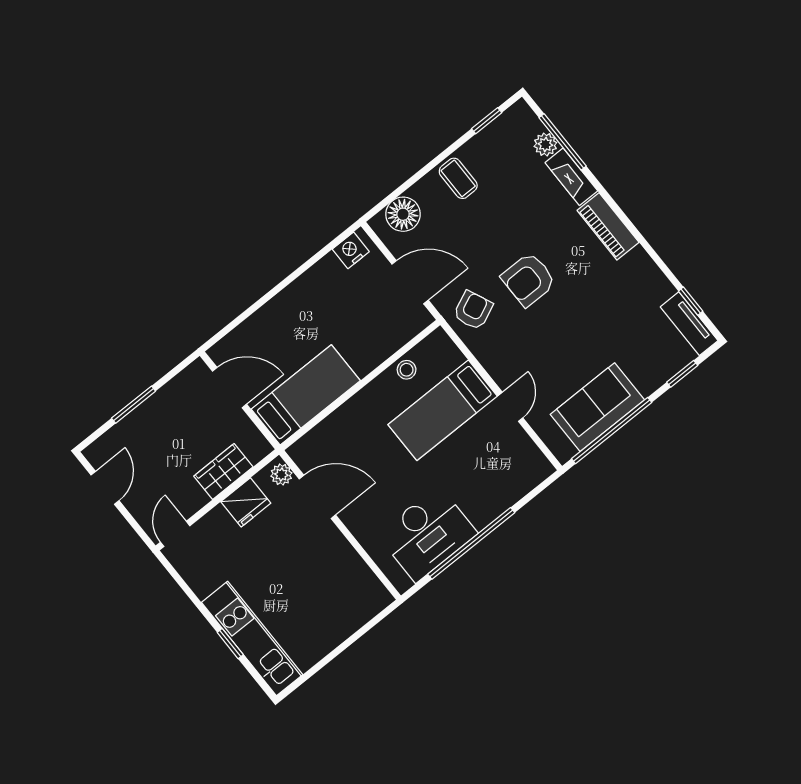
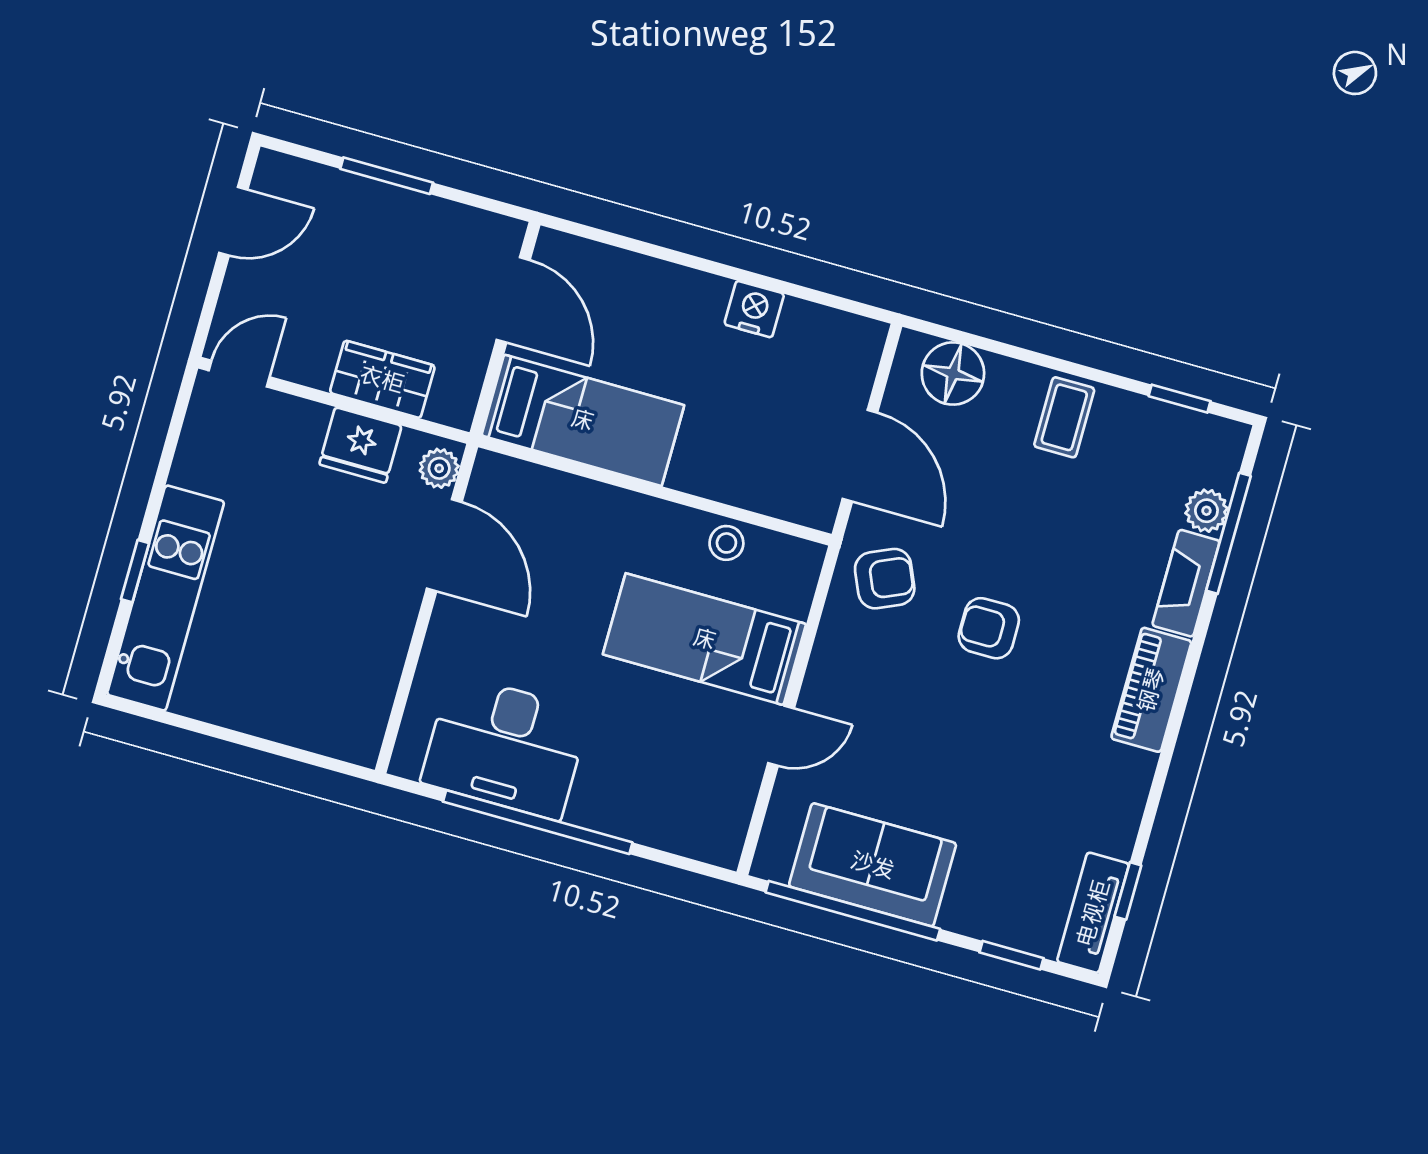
nightstand: (351, 250) -> (754, 309), moved
armchair: (529, 279) -> (989, 628), width x0.72, depth x0.72

